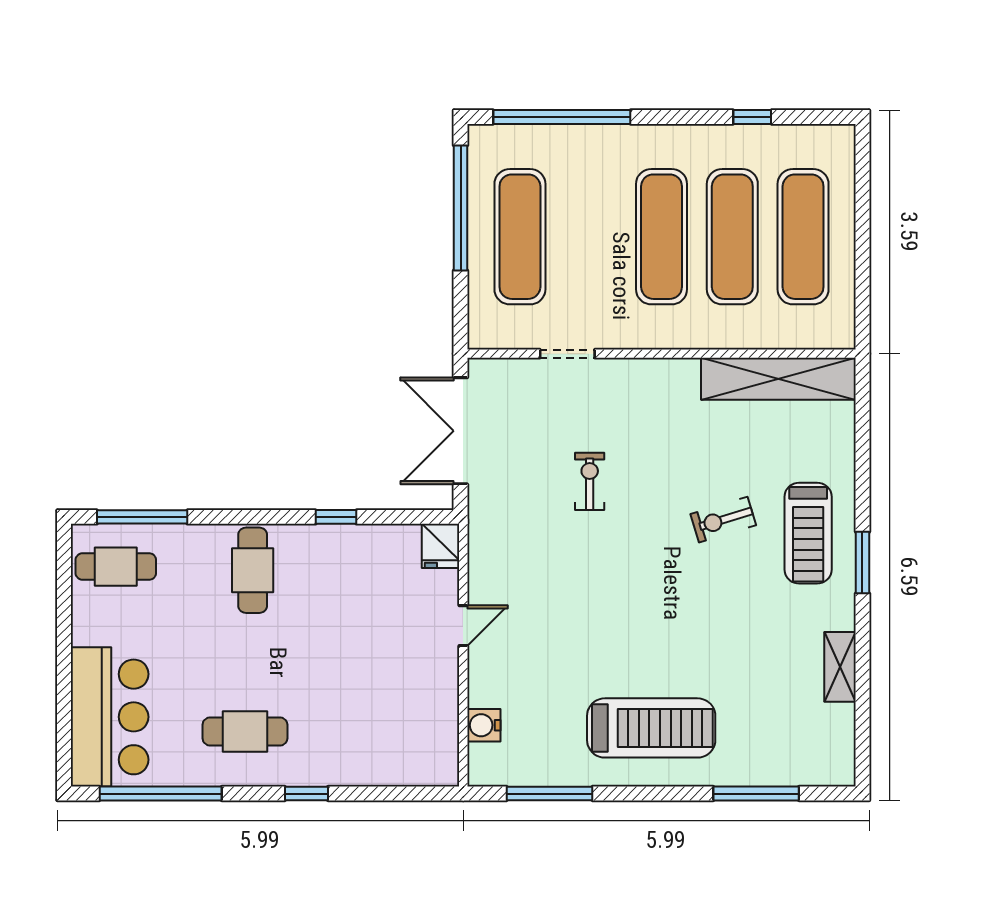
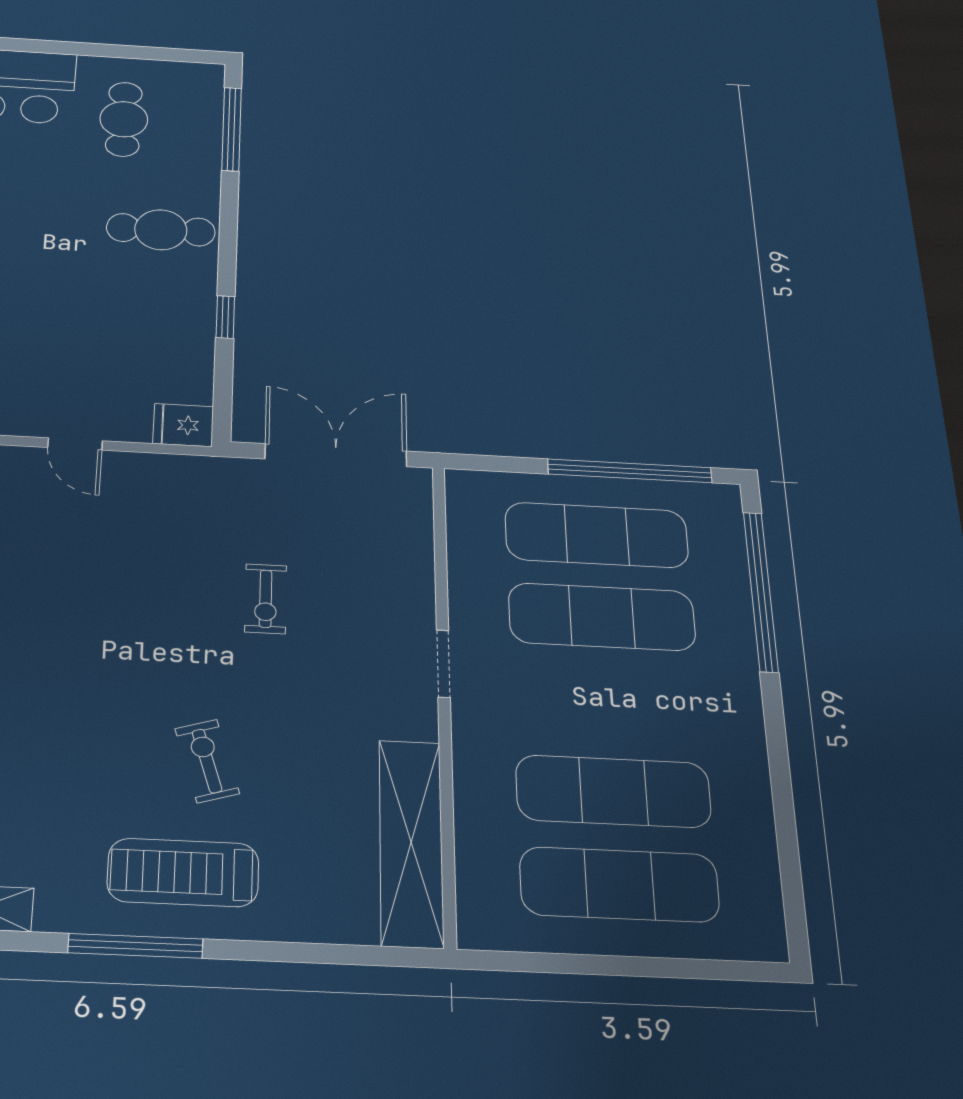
window: (752, 117) -> (786, 825), removed
exercise mat: (662, 237) -> (602, 617), moved
doorway: (567, 354) -> (443, 664), moved
exercise bike: (590, 481) -> (266, 599), turned 90
window: (862, 563) -> (136, 946), width x1.44
cafe table: (116, 567) -> (124, 119), moved

